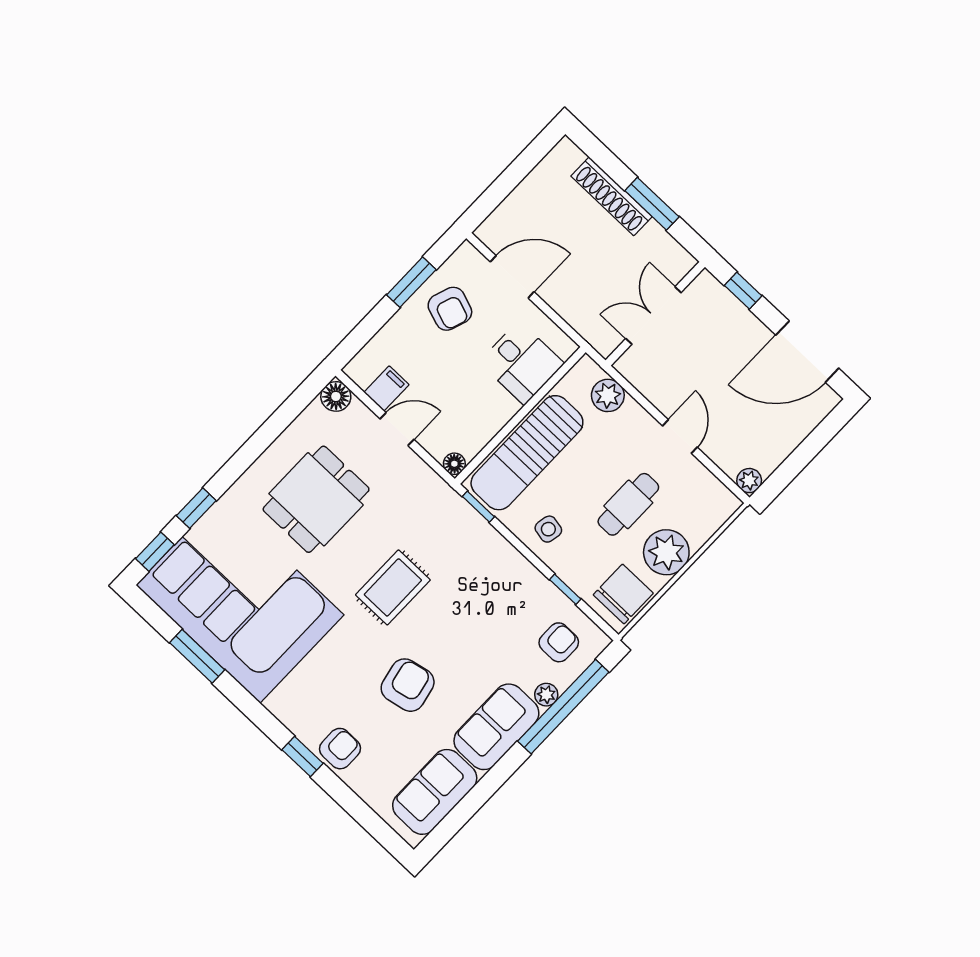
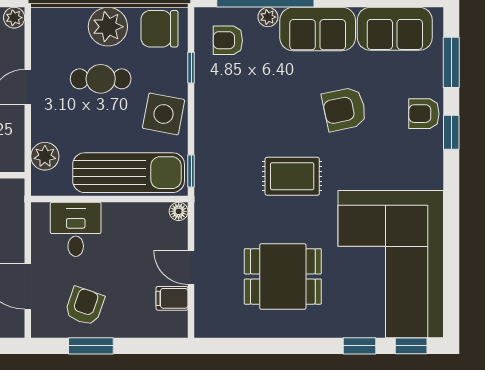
floor lamp: (336, 396) -> (207, 325), removed
side table: (548, 529) -> (164, 114), width x1.87, depth x1.87
window: (197, 656) -> (451, 62), moved

